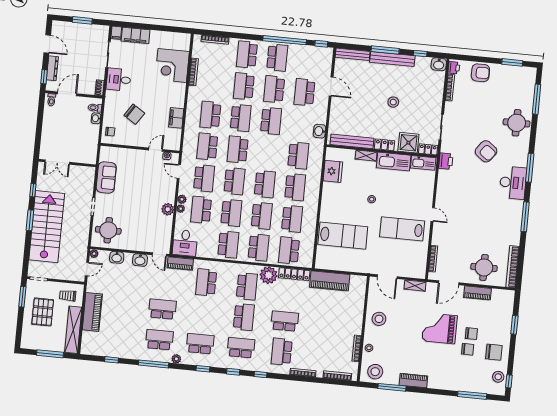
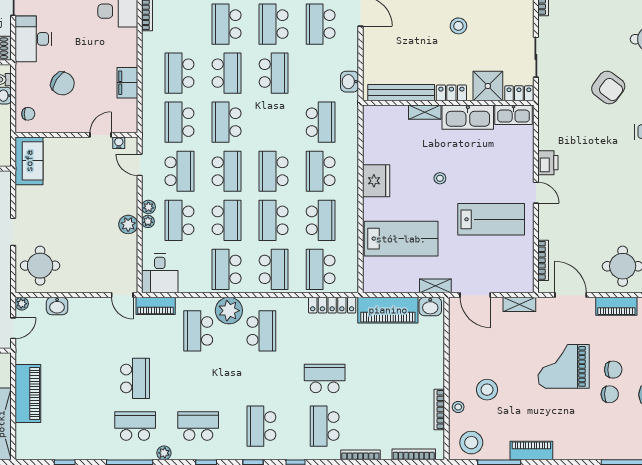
desk: (119, 80) -> (33, 39), width x1.37
printer: (446, 161) -> (548, 163), moved
fridge: (333, 171) -> (376, 181), moved
sofa: (106, 177) -> (29, 161), moved
school desk: (265, 184) -> (274, 171), turned 180
school desk: (295, 187) -> (321, 171), turned 180
school desk: (262, 216) -> (274, 220), turned 180
lab bench: (402, 229) -> (491, 219), turned 180
school desk: (228, 244) -> (227, 269), turned 180
washbasin: (140, 260) -> (430, 306), moved
shelving: (362, 268) -> (435, 286), added
plant: (269, 275) -> (229, 311), moved
door: (449, 283) -> (571, 295), swing flipped
school desk: (162, 309) -> (135, 378), turned 90
school desk: (244, 317) -> (261, 378), removed
stool: (379, 319) -> (487, 390), moved
school desk: (241, 348) -> (261, 426), turned -90

